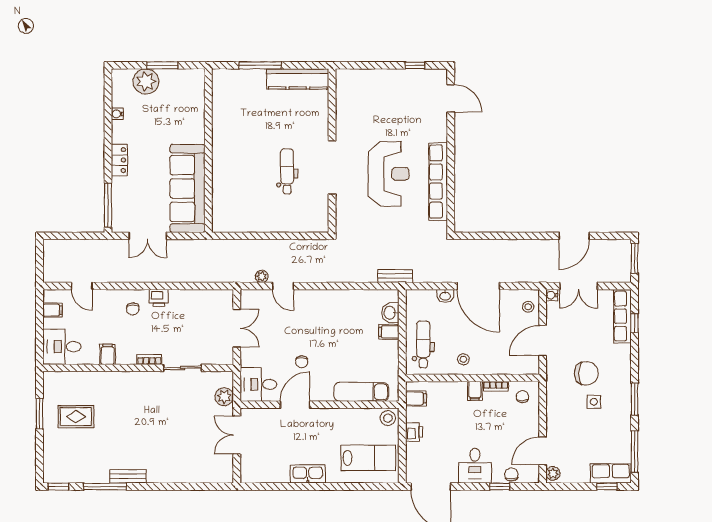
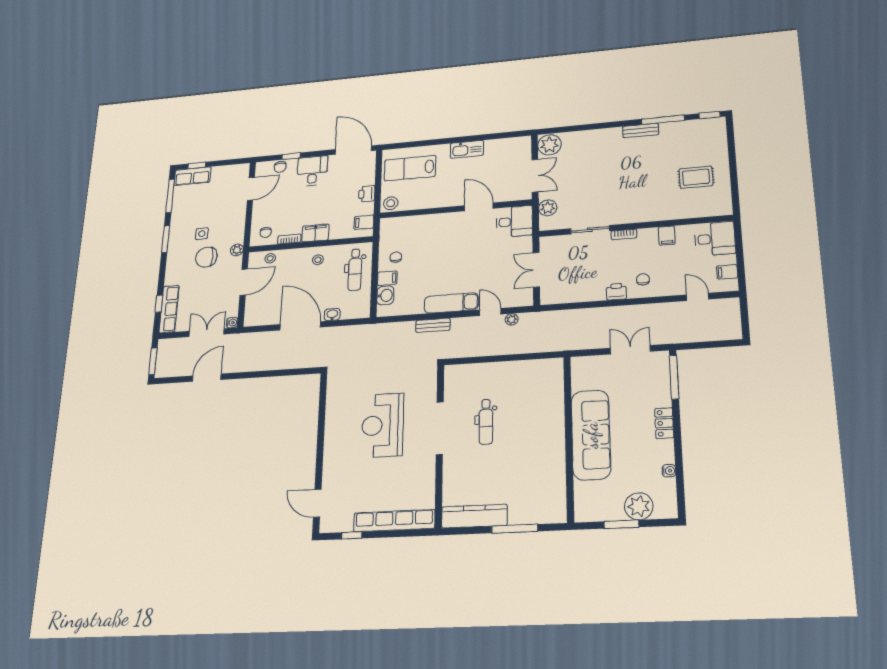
row of seats: (438, 182) -> (394, 521), moved, turned -90
sofa: (188, 188) -> (591, 435), moved
bench: (395, 276) -> (433, 325), moved
stool: (528, 307) -> (270, 258), moved
chair: (302, 362) -> (396, 257), moved
filing cabinet: (475, 391) -> (315, 233), width x2.00
exam couch: (361, 392) -> (451, 303), moved, turned 180
door: (295, 405) -> (479, 207), swing flipped
window: (40, 414) -> (734, 176), removed
plant: (221, 470) -> (549, 145), added
plant: (553, 473) -> (237, 250), moved

